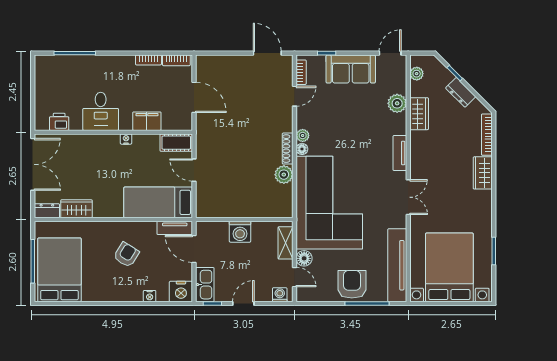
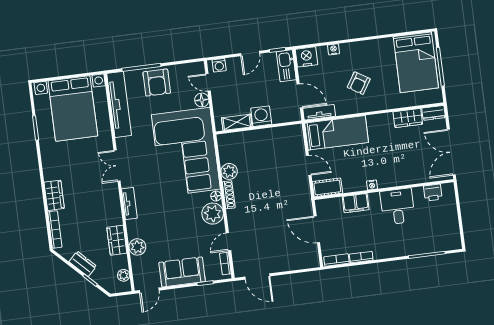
plant: (303, 135) -> (213, 214), width x1.87, depth x1.87
shelving: (286, 243) -> (237, 122), moved, turned 90

